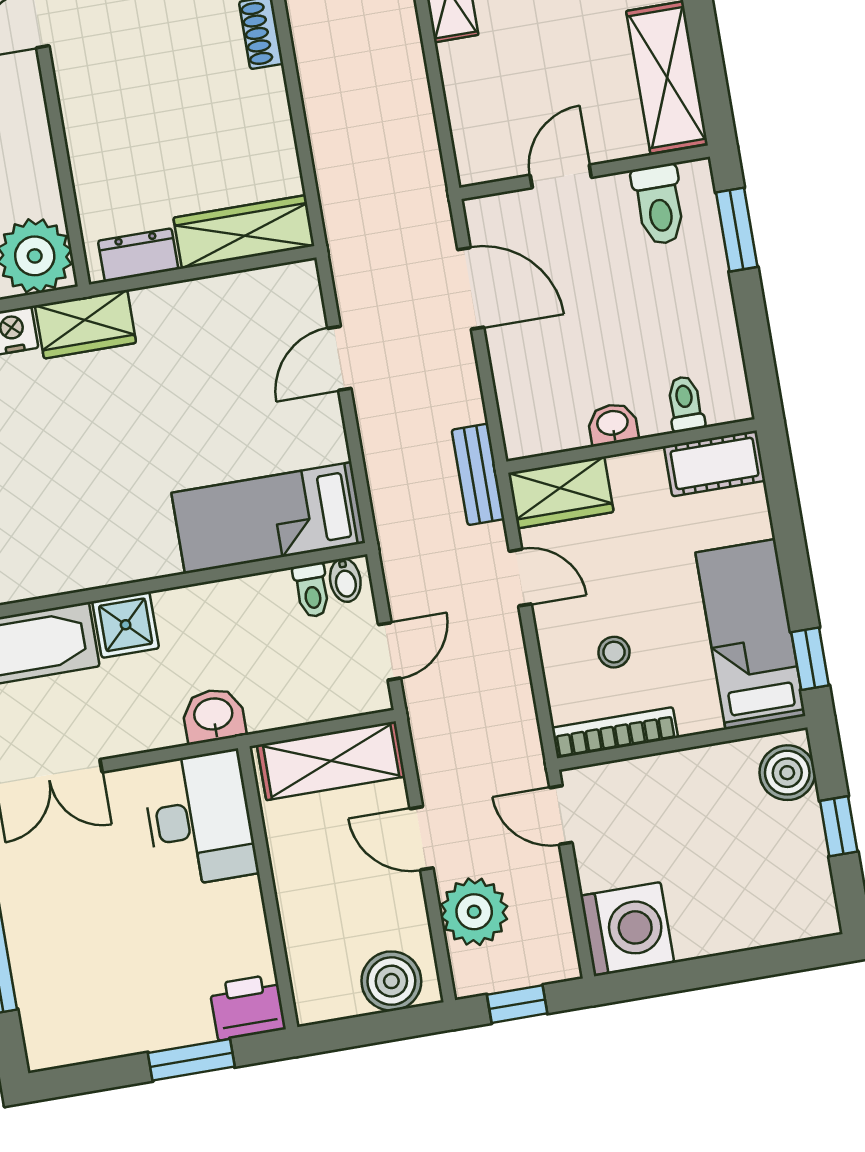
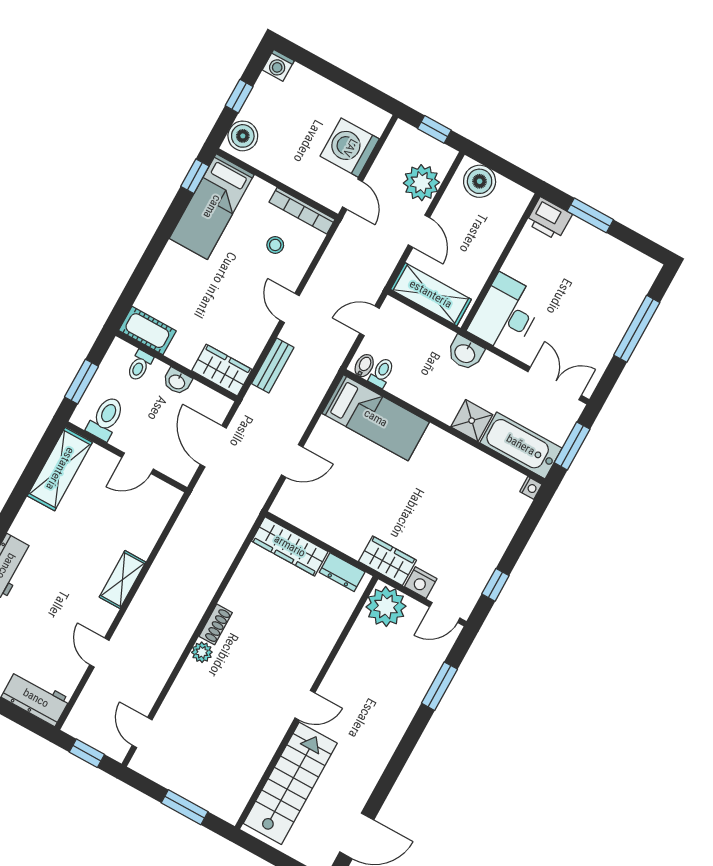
toilet: (685, 404) -> (140, 366), moved
washbasin: (613, 424) -> (177, 381), moved
wall: (631, 446) -> (177, 366), moved
cot: (715, 463) -> (147, 331), moved
wardrobe: (561, 492) -> (222, 370), moved
washing machine: (817, 916) -> (278, 65), added
washing machine: (627, 929) -> (350, 148), moved

